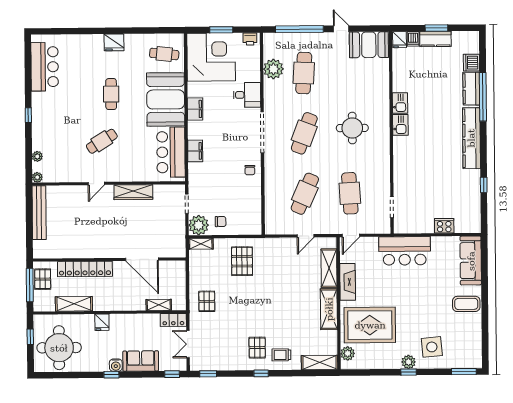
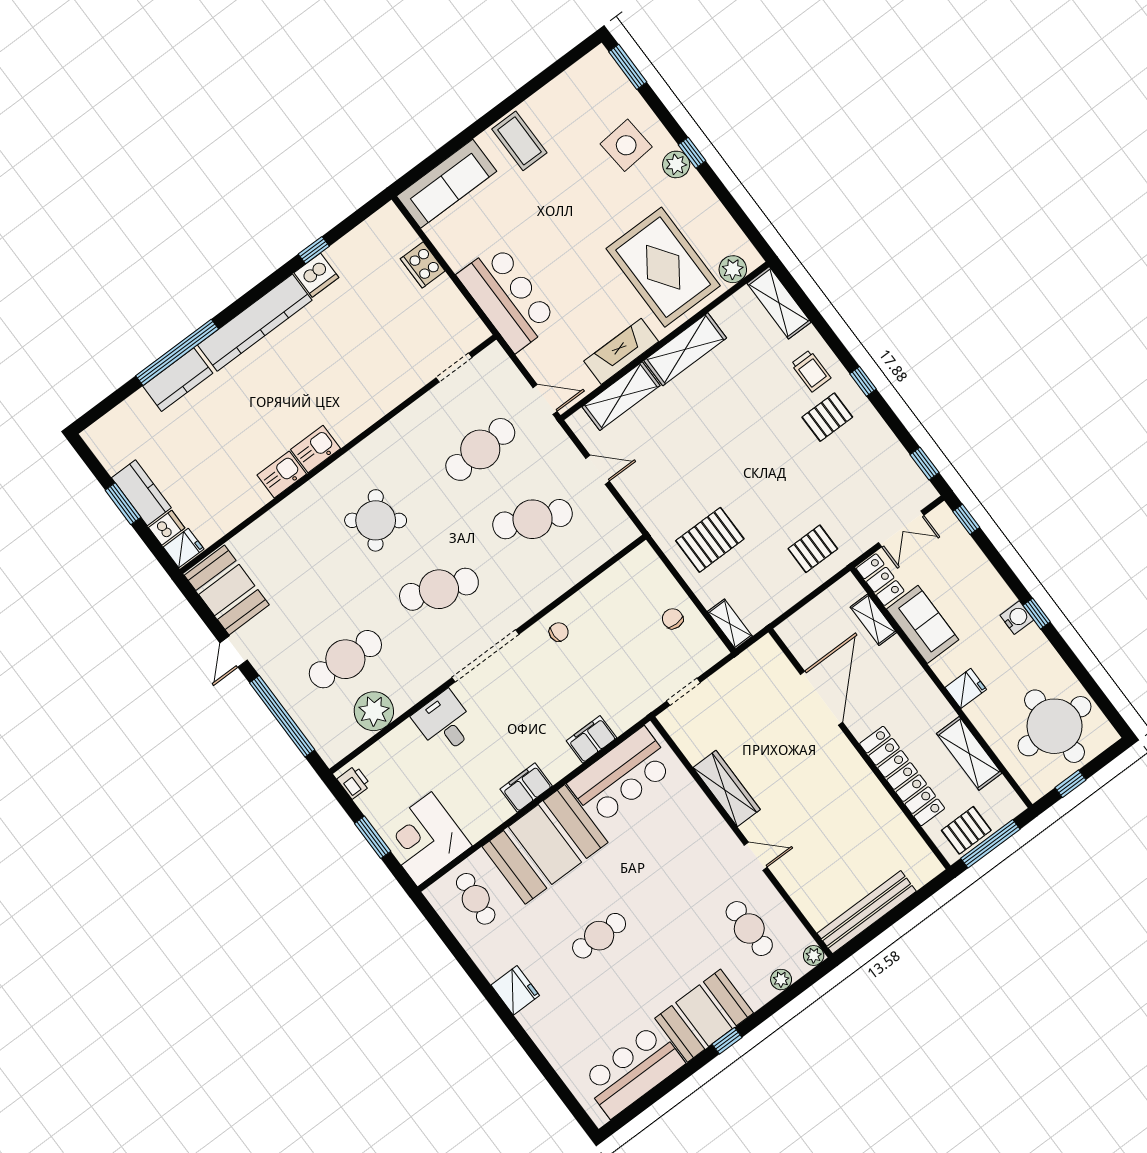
corner desk: (211, 57) -> (424, 839), width x0.74, depth x0.74
dishwasher: (471, 63) -> (316, 275), moved
booth: (46, 113) -> (704, 1016), added
round table: (352, 128) -> (376, 520), turned 37
cafe table: (102, 141) -> (749, 929), moved, turned 32
plant: (199, 225) -> (703, 649), removed
sofa: (141, 361) -> (923, 624), moved, turned 180

